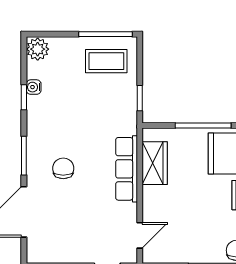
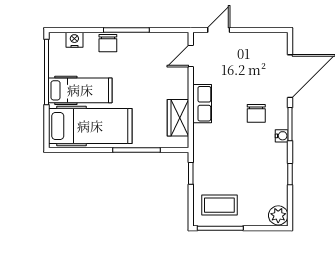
water cooler: (34, 87) -> (282, 136), moved
row of seats: (127, 169) -> (202, 104), width x0.68

